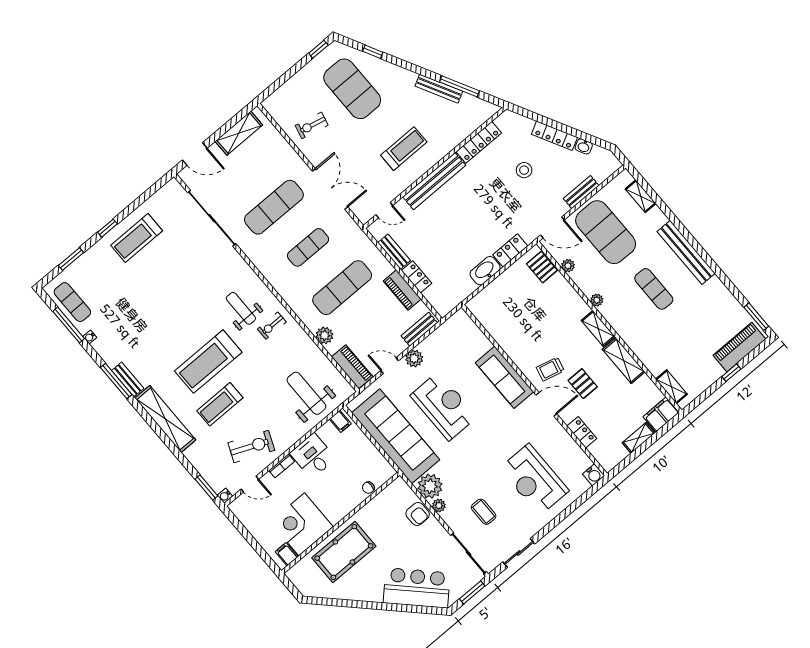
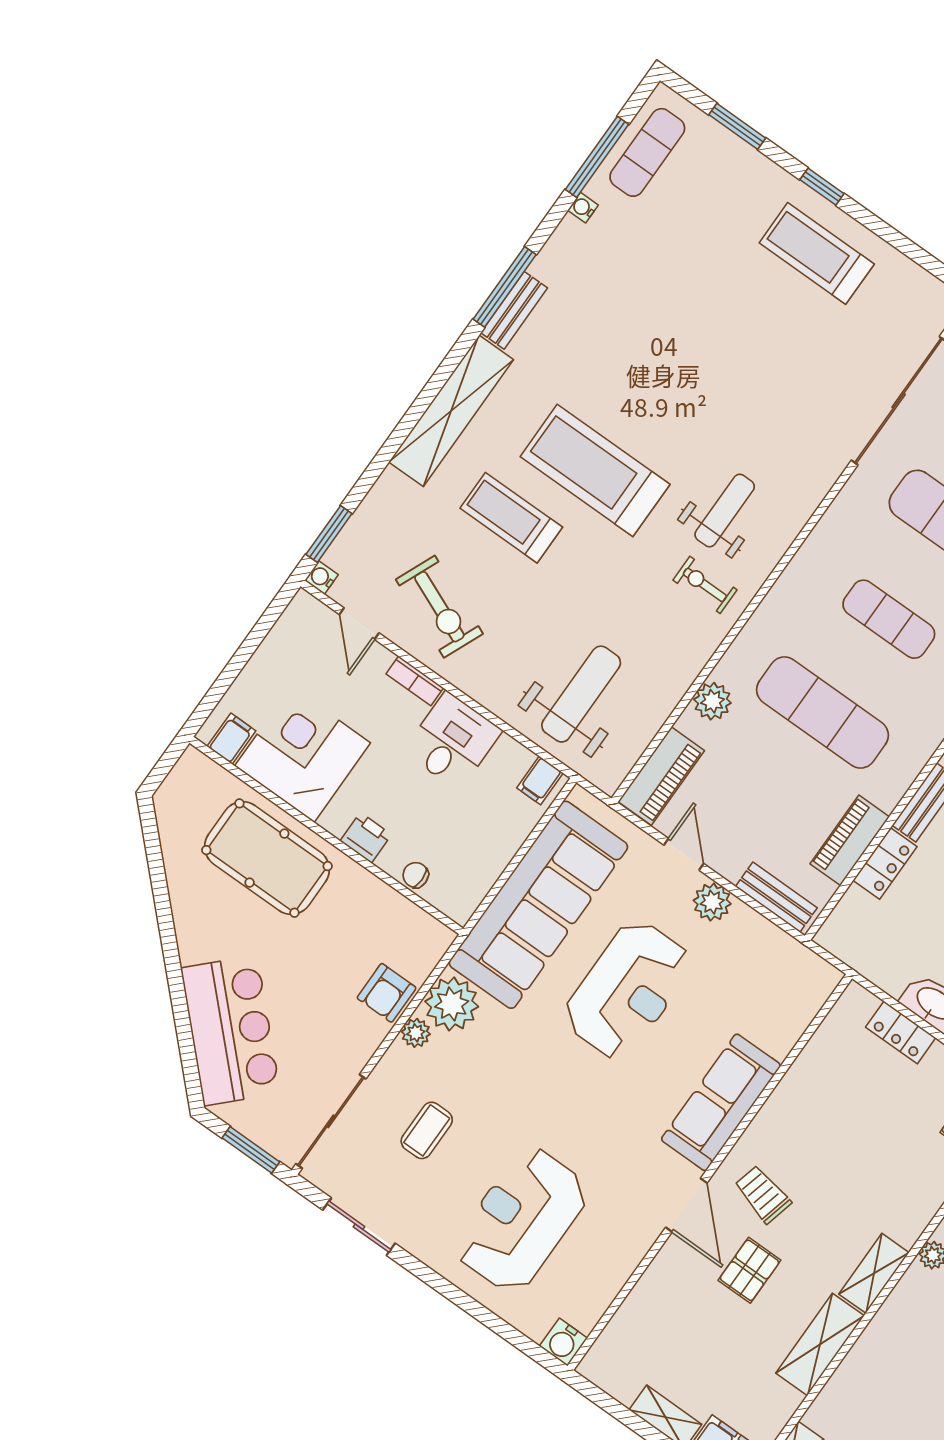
locker: (582, 432) -> (901, 1032), moved, turned 90
printer: (346, 506) -> (366, 838), added

